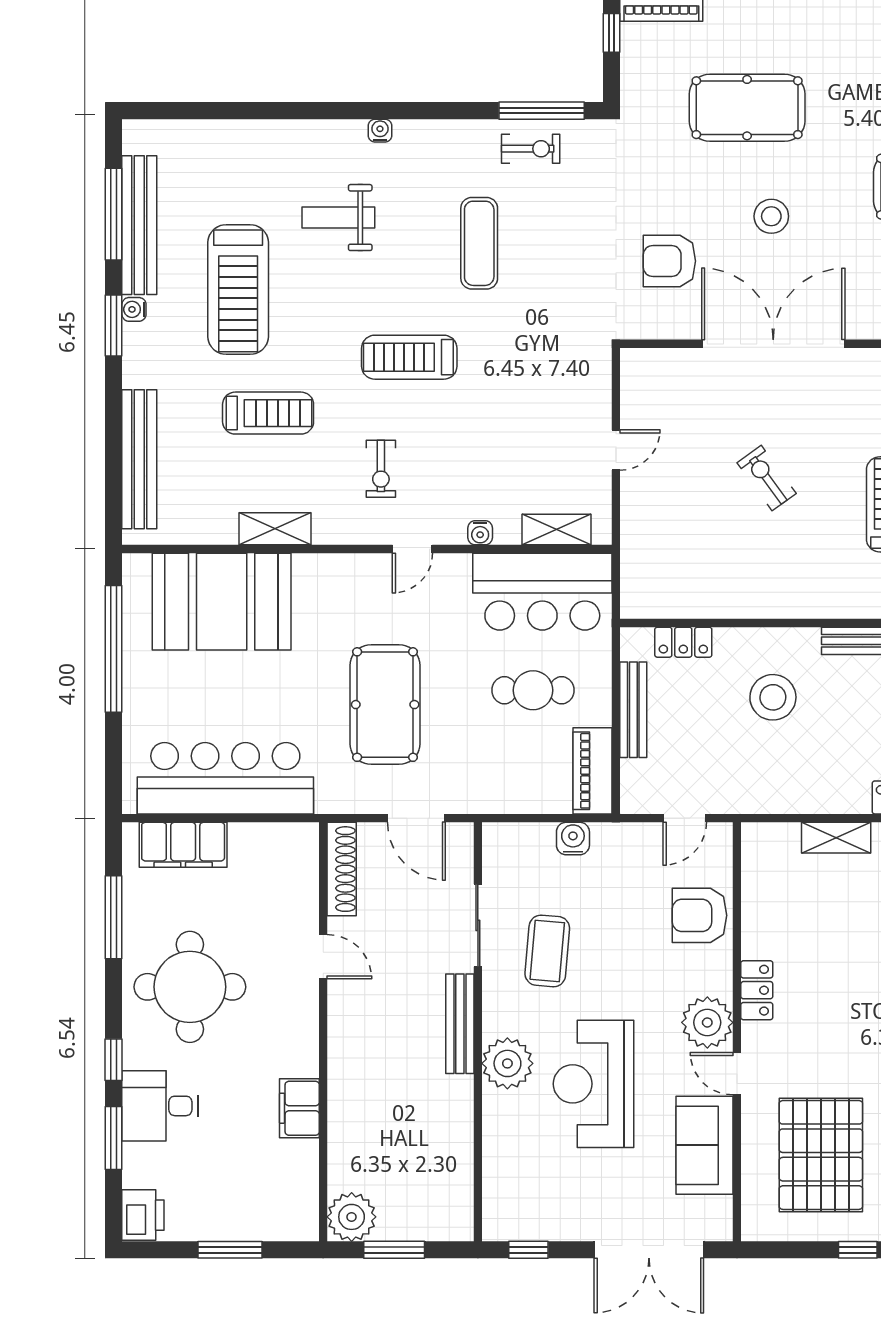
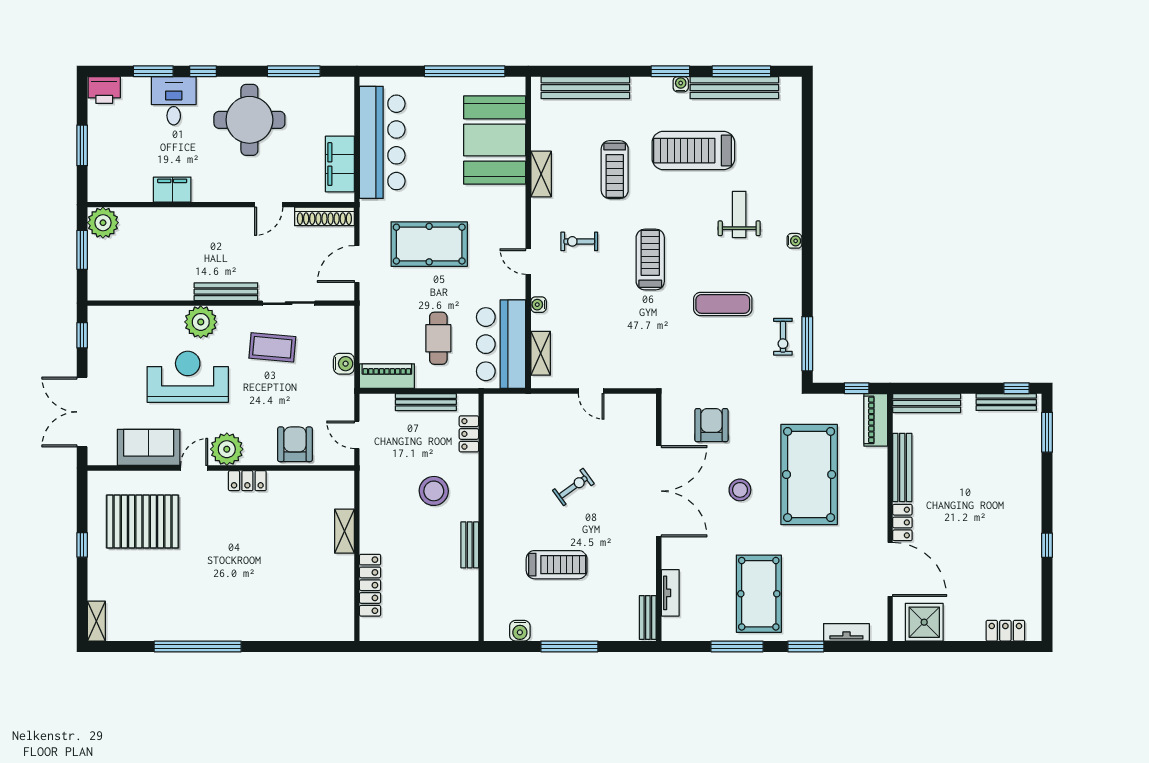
pool table: (747, 108) -> (809, 475), width x1.36, depth x1.32
filing cabinet: (183, 845) -> (340, 164), moved

